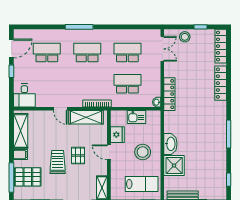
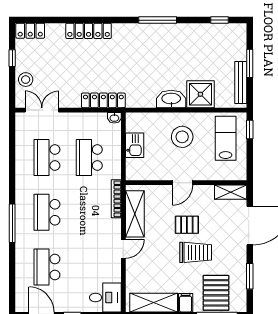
locker: (221, 46) -> (30, 31), width x0.66
fridge: (117, 135) -> (158, 171), removed
trolley: (58, 162) -> (196, 252), turned 180

